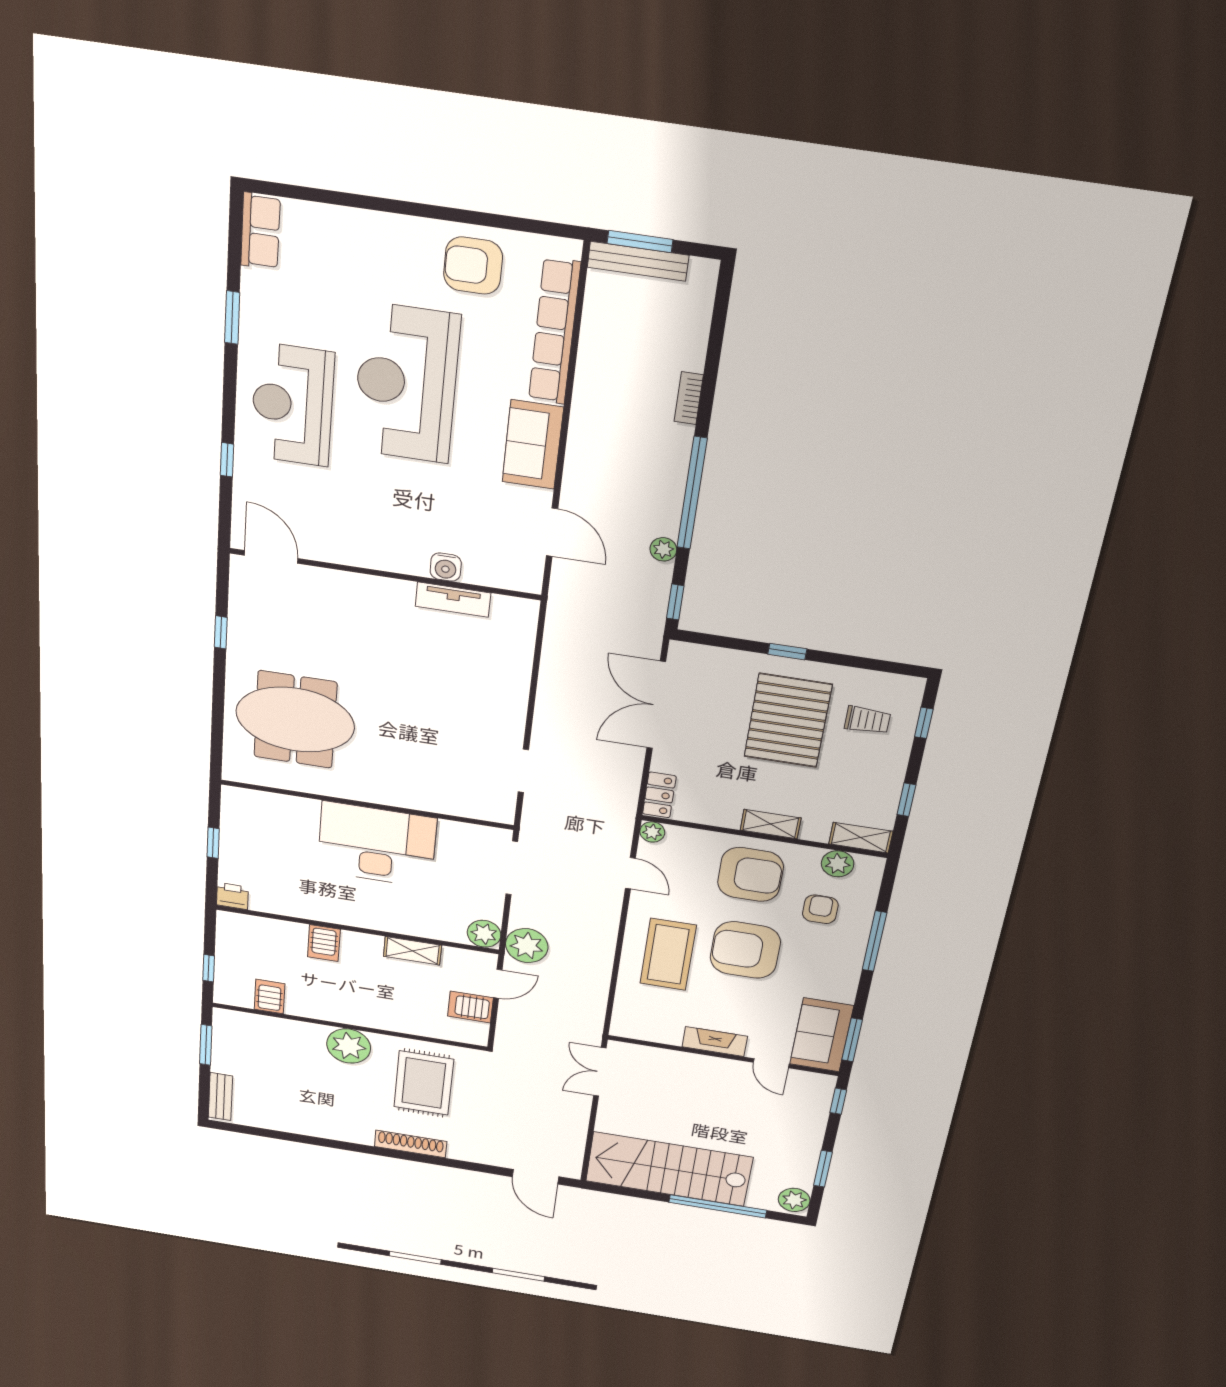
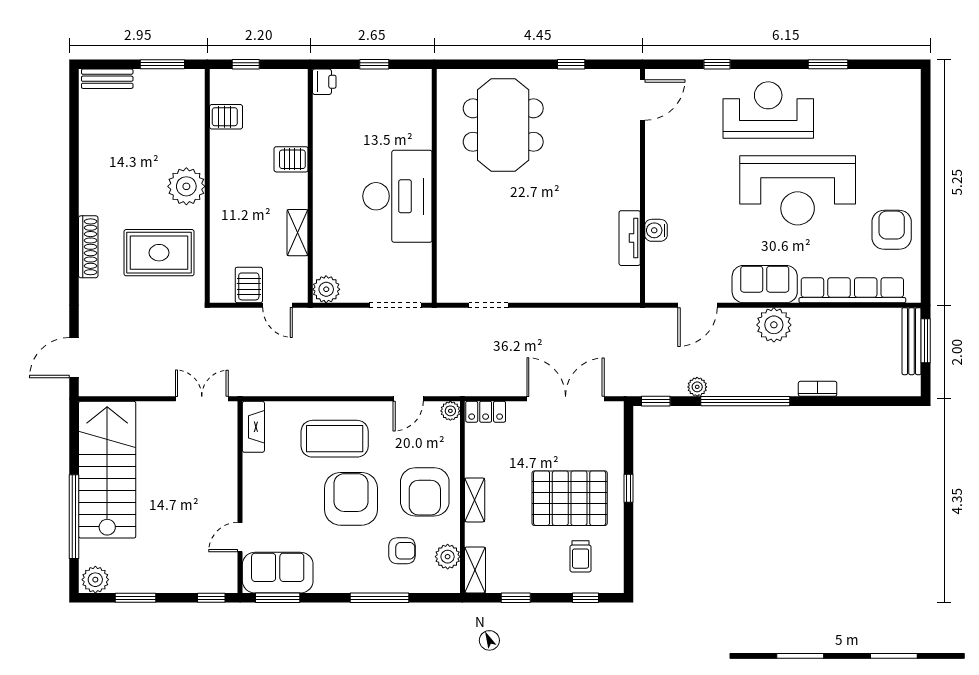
row of seats: (260, 231) -> (894, 82), removed
reception desk: (406, 383) -> (798, 190), turned 180
plant: (527, 946) -> (774, 325), moved
fireplace: (715, 1042) -> (253, 427), moved

